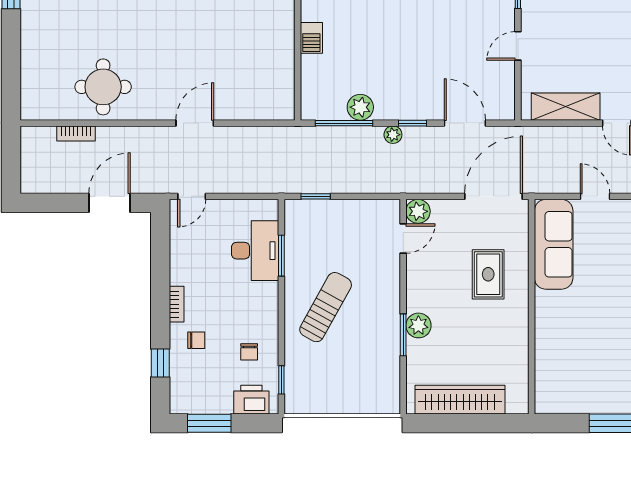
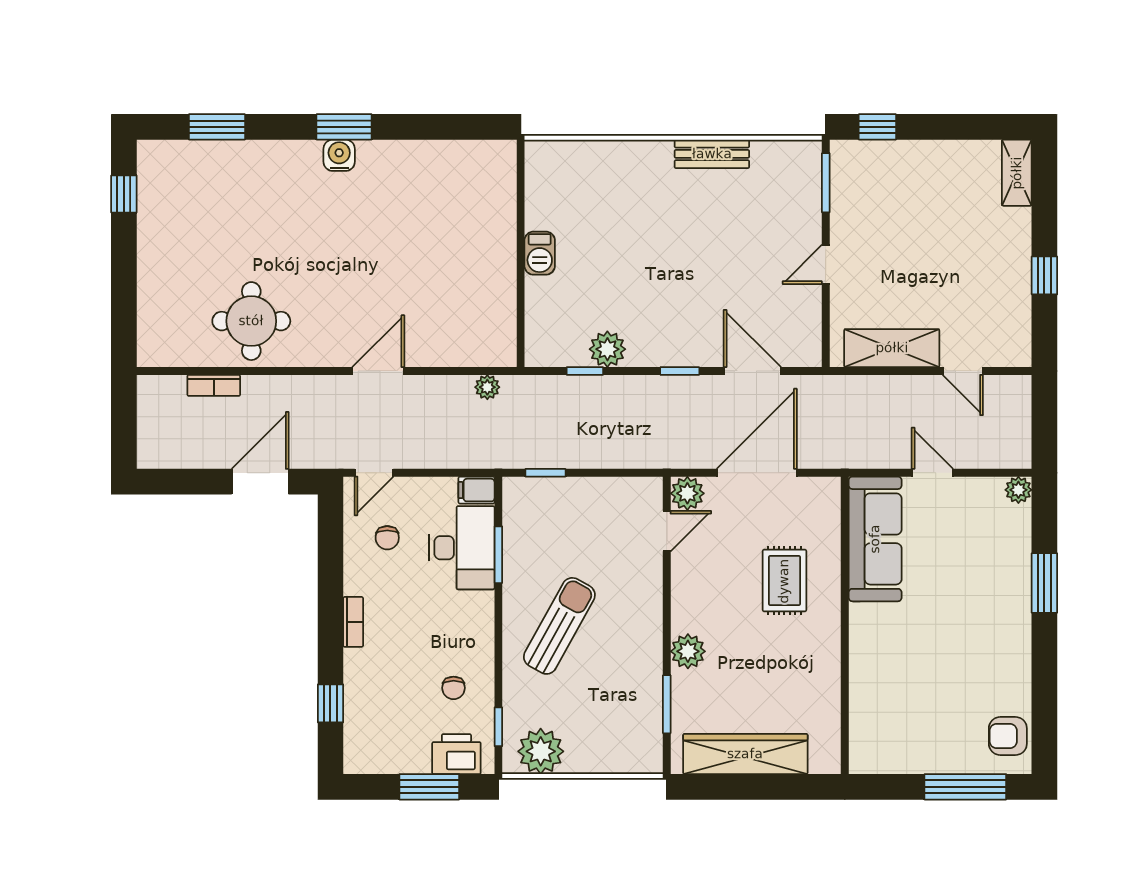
window: (344, 123) -> (585, 371), width x0.46
plant: (393, 135) -> (487, 387), moved
door: (494, 196) -> (757, 473), moved
filing cabinet: (266, 209) -> (476, 490), added
window: (403, 335) -> (667, 704), moved
chair: (196, 340) -> (387, 538), moved, turned 90
plant: (312, 398) -> (541, 751), added
window: (209, 423) -> (429, 787), moved

